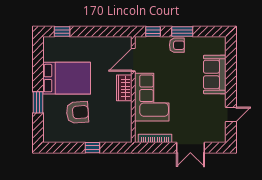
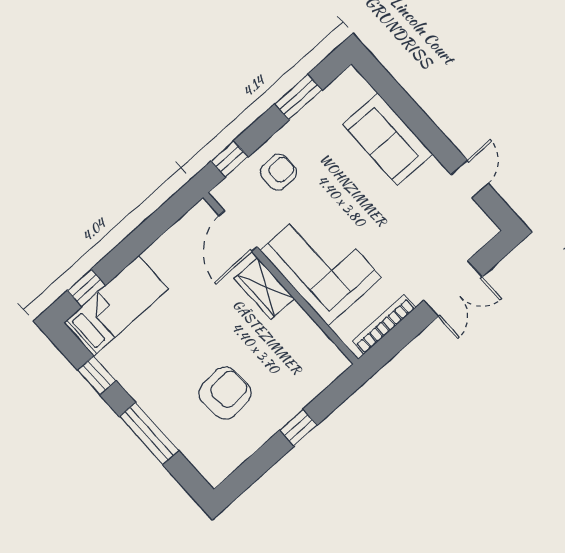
window: (182, 32) -> (298, 97), moved
armchair: (177, 45) -> (278, 172), moved
window: (38, 66) -> (97, 375), added
bed: (67, 78) -> (116, 306), moved, width x0.67
window: (38, 102) -> (149, 434), width x1.44

